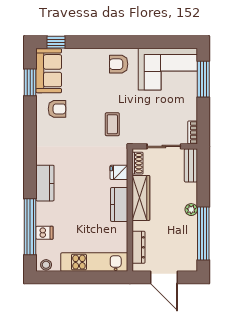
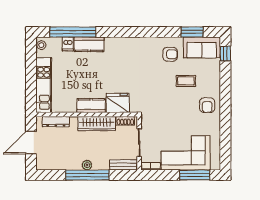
armchair: (119, 64) -> (207, 105), turned 180
corner sofa: (168, 69) -> (186, 153), moved, turned 90
armchair: (57, 109) -> (170, 54), turned -90
coffee table: (112, 124) -> (186, 81), moved
fridge: (119, 172) -> (118, 103), width x1.88, depth x1.34
kitchen counter: (45, 183) -> (89, 44), moved
window: (203, 234) -> (87, 175), moved

